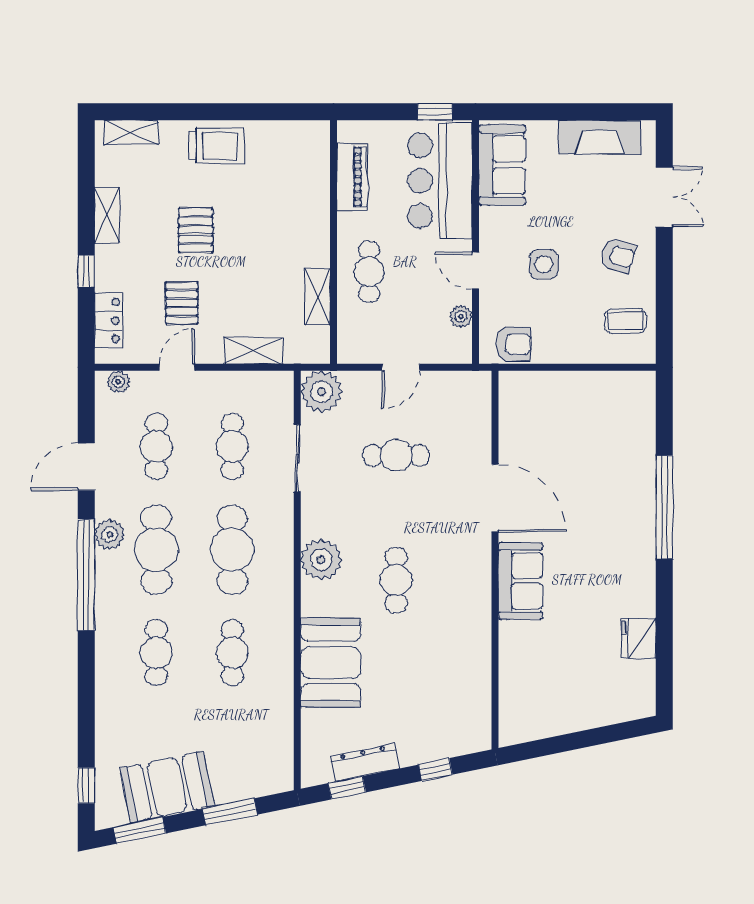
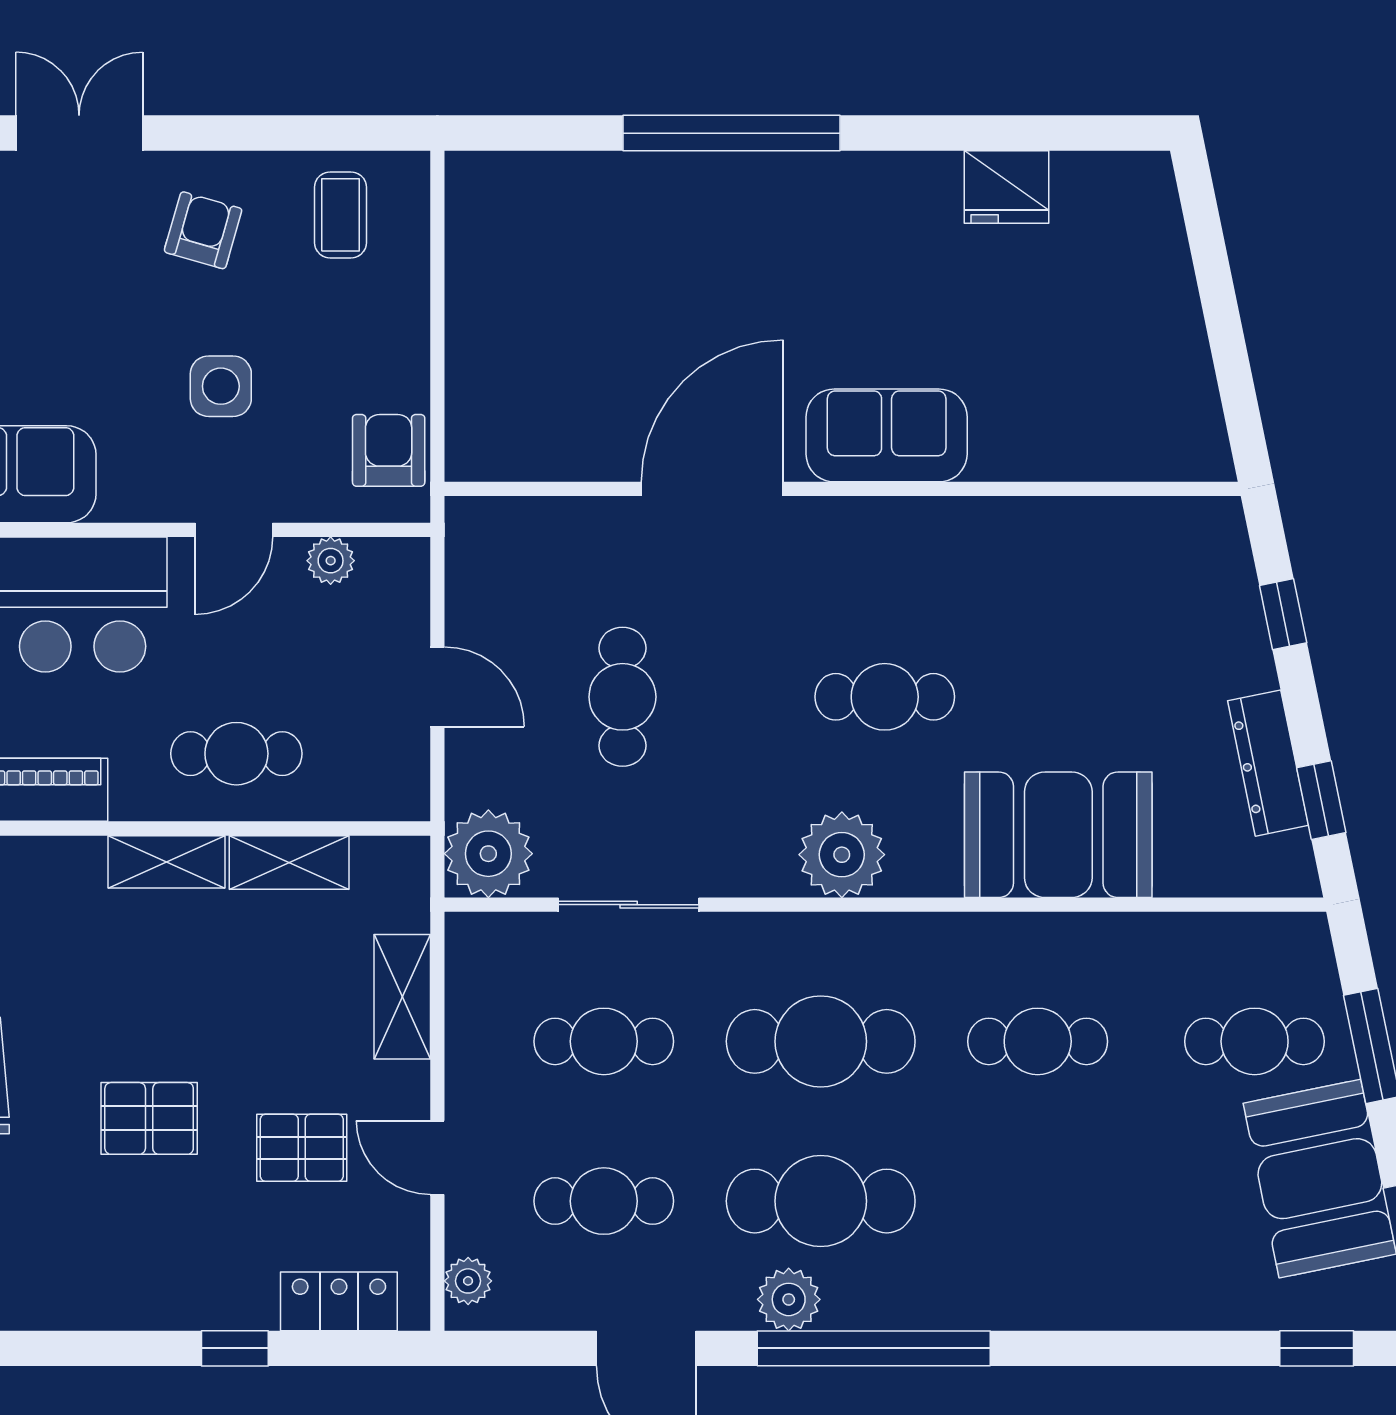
shelving: (107, 215) -> (166, 862), moved
cafe table: (156, 653) -> (1255, 1041), moved

